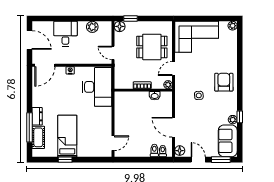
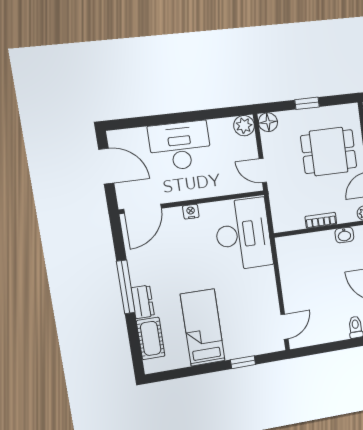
window: (131, 19) -> (307, 103), moved
plant: (92, 27) -> (244, 126), moved
desk: (65, 34) -> (180, 146), width x1.37
window: (29, 127) -> (126, 287), moved
window: (65, 160) -> (243, 362), moved

